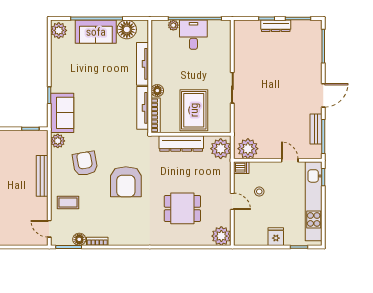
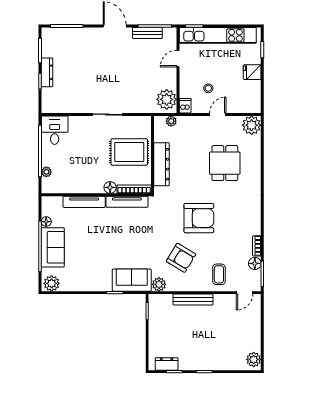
floor lamp: (127, 29) -> (46, 222), width x0.53, depth x0.53
desk: (193, 35) -> (55, 130), moved, turned 90
plant: (221, 149) -> (171, 121), width x0.53, depth x0.53
armchair: (85, 164) -> (181, 258), turned -139

